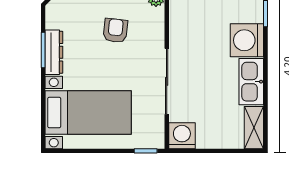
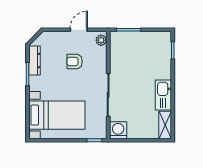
armchair: (115, 30) -> (75, 61), turned -96
washing machine: (247, 40) -> (161, 68), removed
dresser: (54, 52) -> (34, 61), moved

